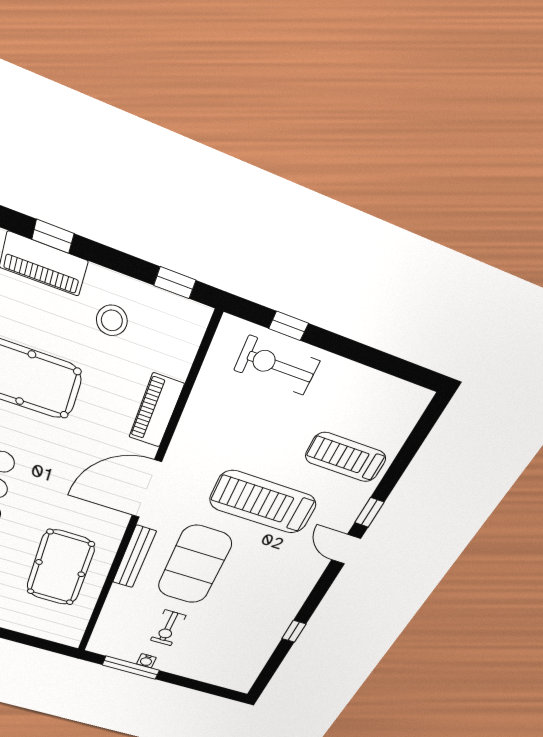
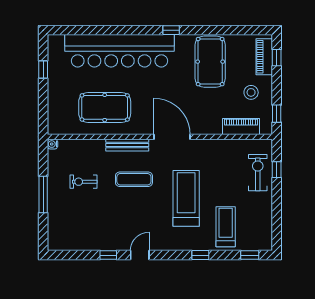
piano: (156, 411) -> (241, 127), moved
window: (419, 435) -> (250, 255), added
door: (346, 549) -> (140, 255), moved
exercise mat: (194, 565) -> (134, 179), width x0.50, depth x0.69
water cooler: (146, 661) -> (53, 144), moved
window: (131, 668) -> (43, 194), moved

